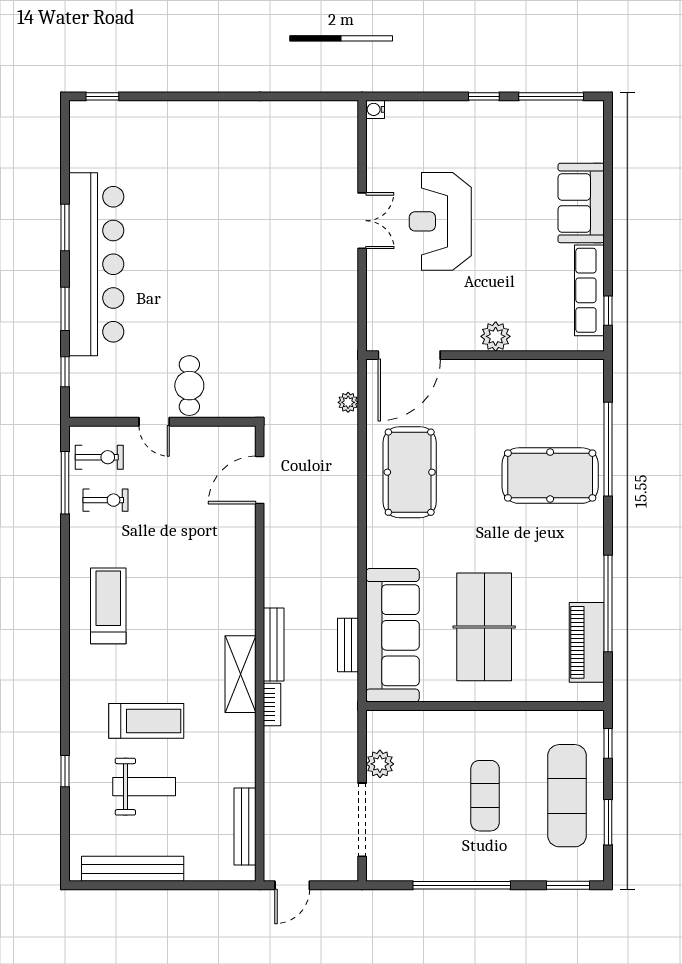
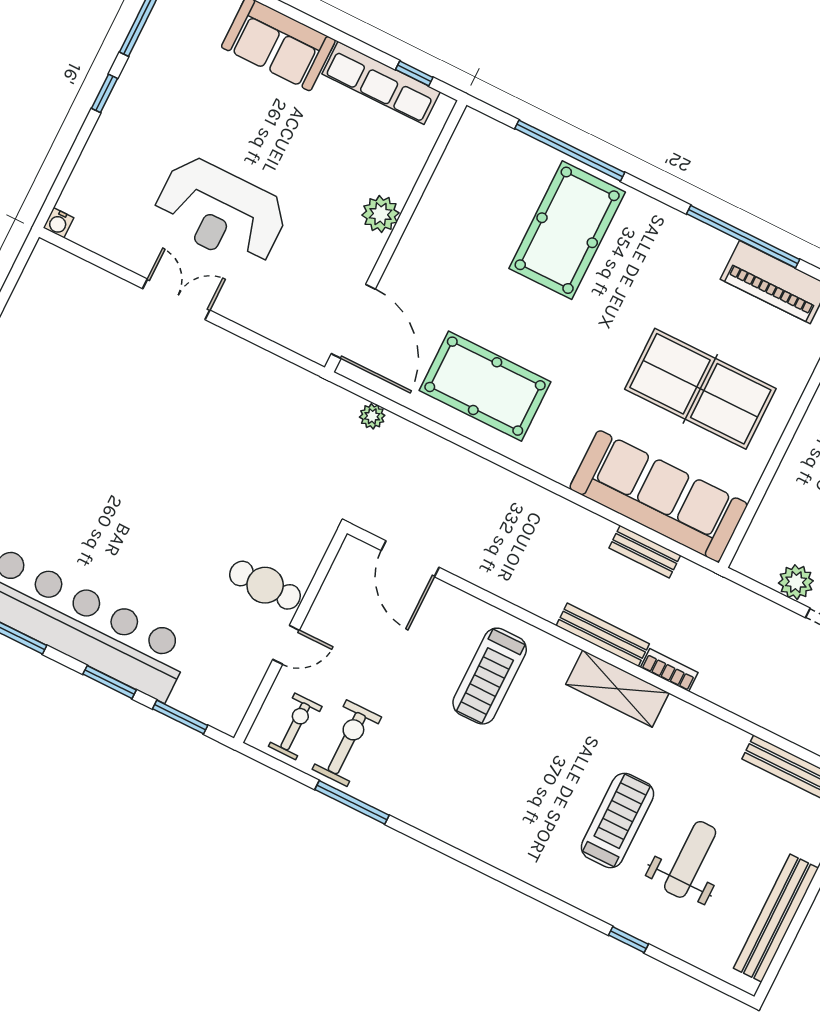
window: (65, 372) -> (180, 717), width x1.50
window: (65, 483) -> (352, 802), moved
exercise bike: (105, 500) -> (347, 743), width x1.38, depth x1.39
treadmill: (108, 606) -> (490, 676), moved, turned -90

